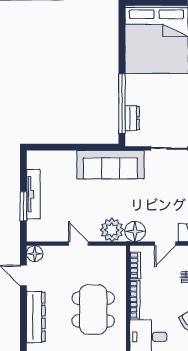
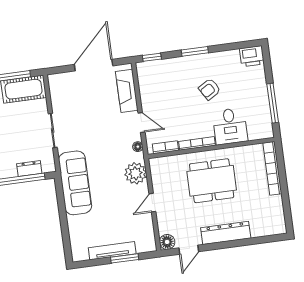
floor lamp: (135, 231) -> (138, 147), width x0.53, depth x0.53

